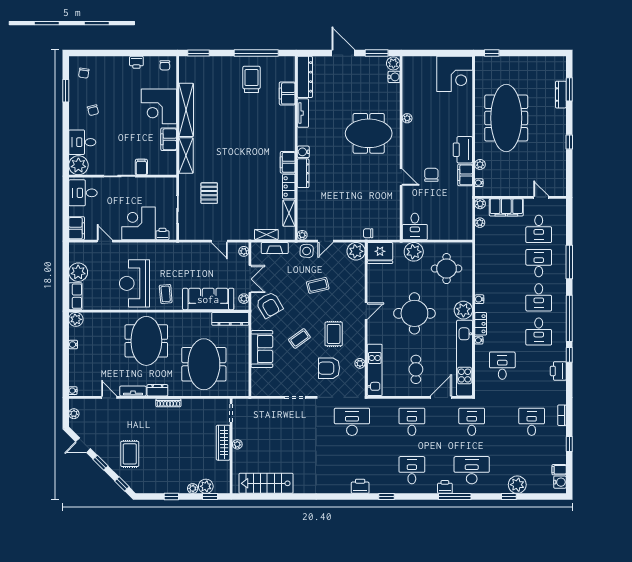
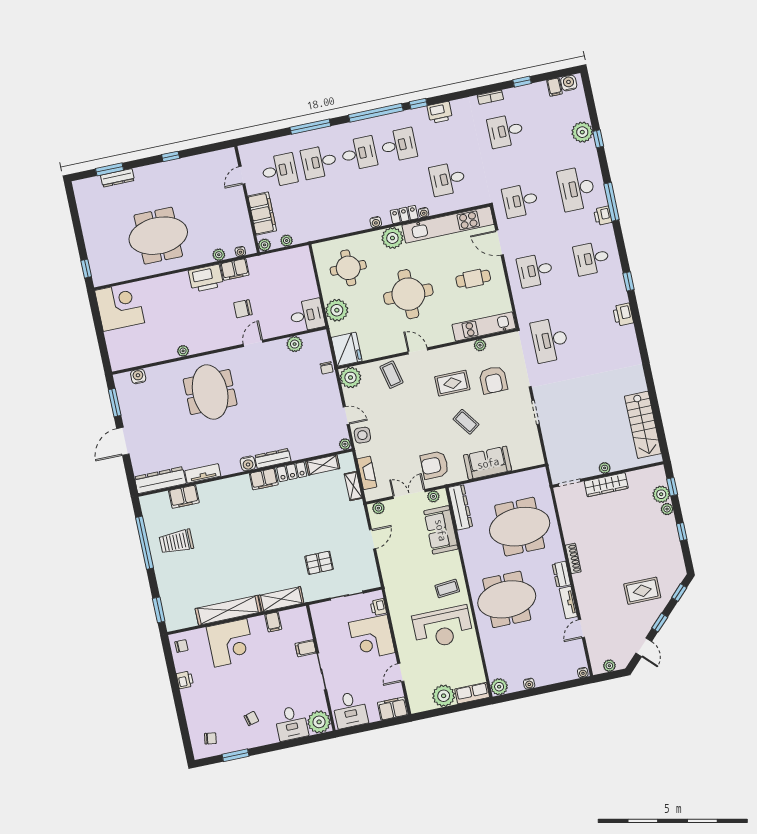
plant: (393, 63) -> (295, 344), moved
meeting table: (506, 118) -> (158, 236), width x0.73
filing cabinet: (169, 139) -> (273, 622), width x0.50
coffee table: (318, 285) -> (391, 375), moved
sofa: (208, 299) -> (441, 530), width x0.73
armchair: (269, 305) -> (435, 465), turned -150

